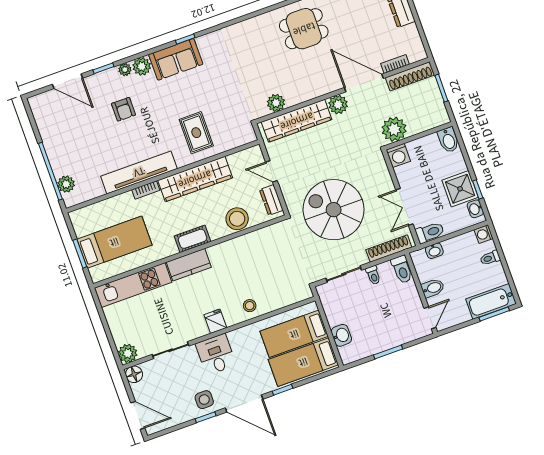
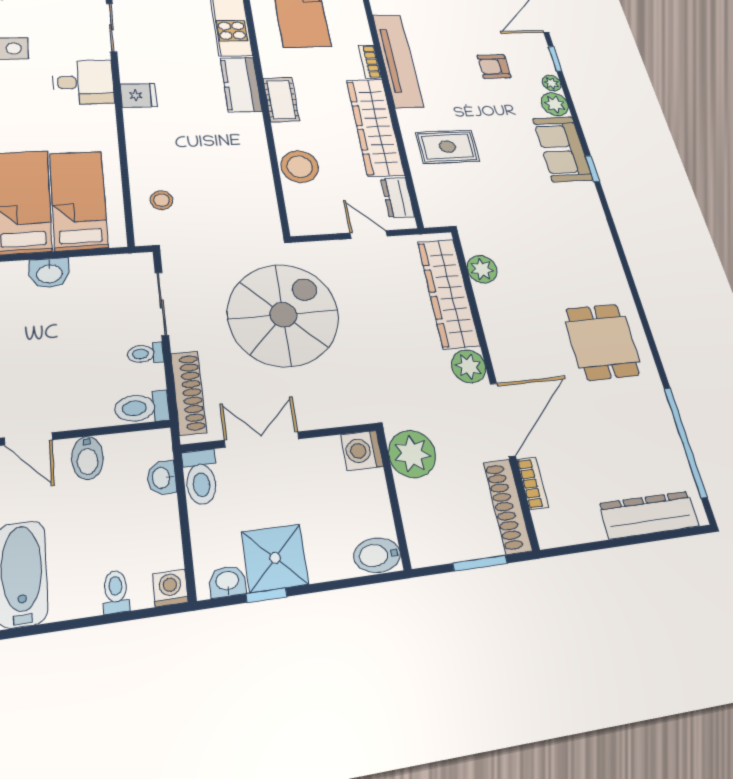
door: (271, 171) -> (369, 235), hinge flipped
dresser: (271, 200) -> (398, 197), moved, turned -90
stool: (250, 306) -> (162, 200), moved

